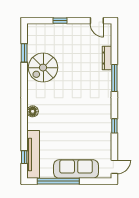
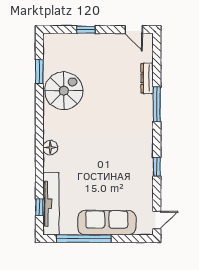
spiral stairs: (43, 68) -> (64, 91), turned 180

